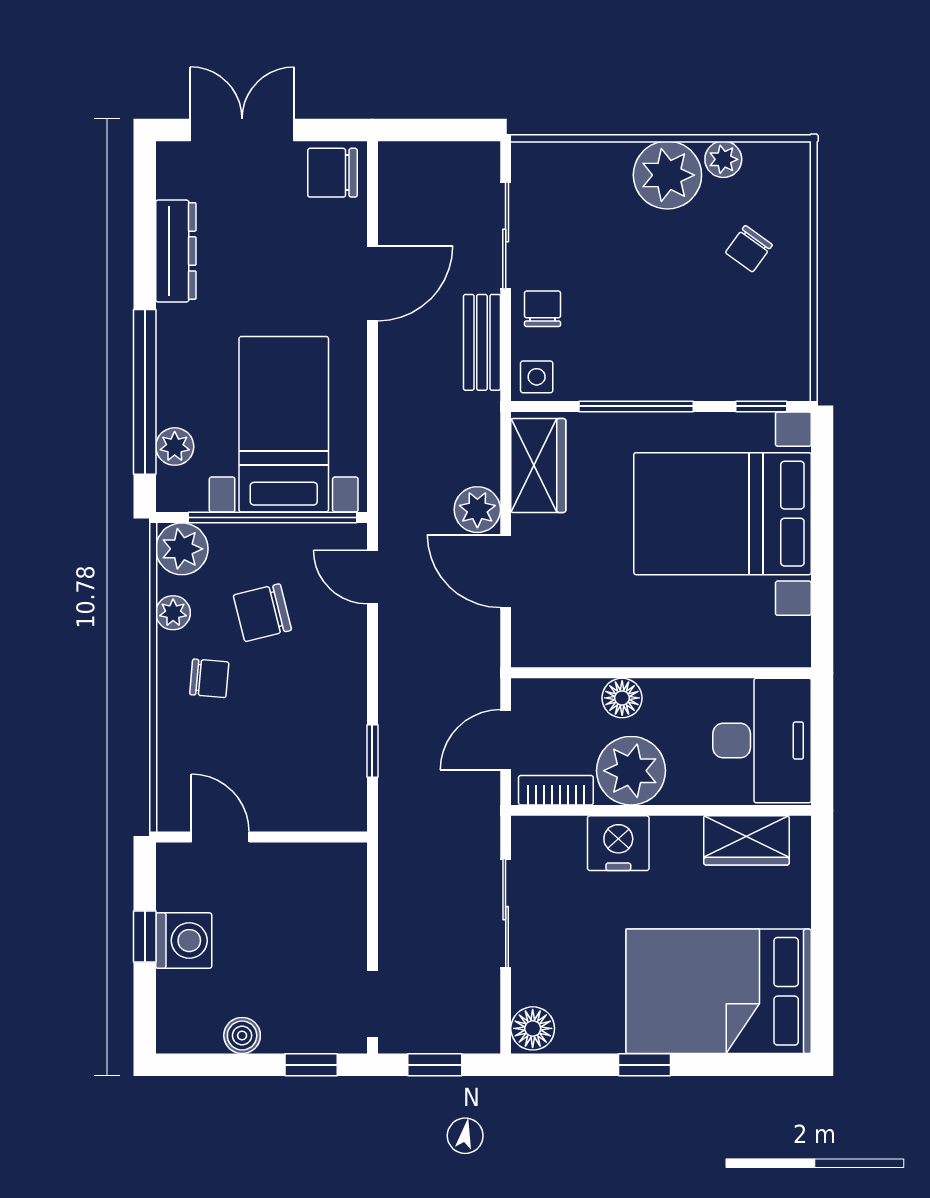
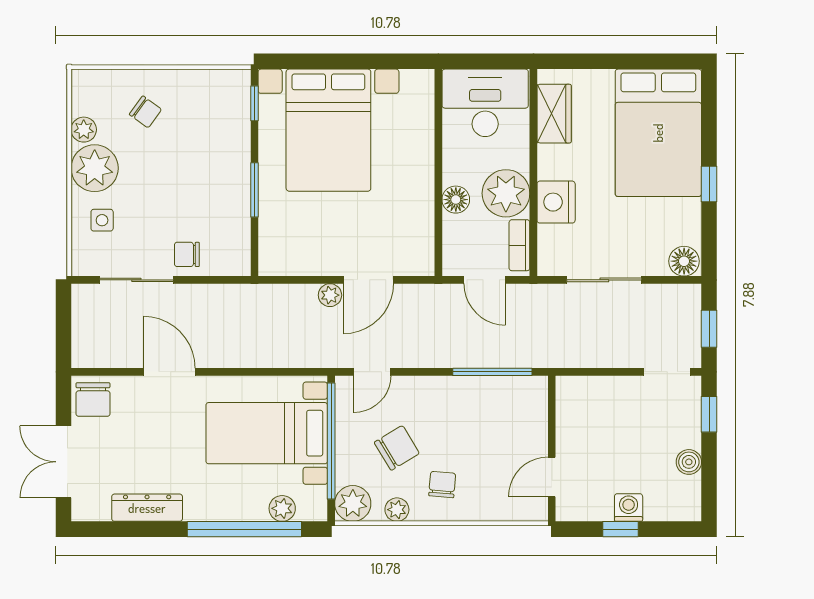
bench: (482, 342) -> (210, 296), removed
side table: (537, 377) -> (102, 220), moved
window: (636, 406) -> (254, 190), width x0.69
wardrobe: (538, 466) -> (295, 257), removed
plant: (477, 510) -> (330, 295), width x0.73, depth x0.73
chair: (262, 613) -> (397, 448), turned -107
window: (372, 751) -> (492, 372), width x2.17
washing machine: (184, 941) -> (629, 508), width x0.73, depth x0.73

